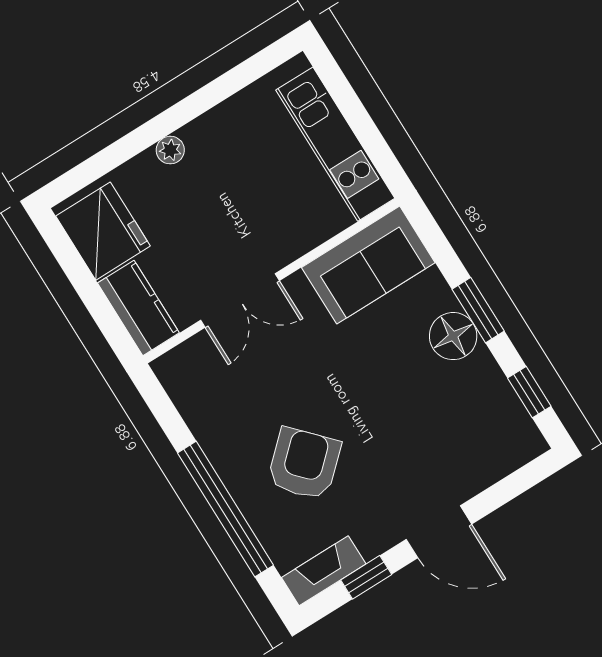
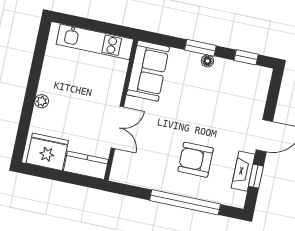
floor lamp: (453, 336) -> (207, 61), width x0.53, depth x0.53
armchair: (304, 464) -> (196, 160), turned -47
fireplace: (324, 571) -> (243, 171), moved

